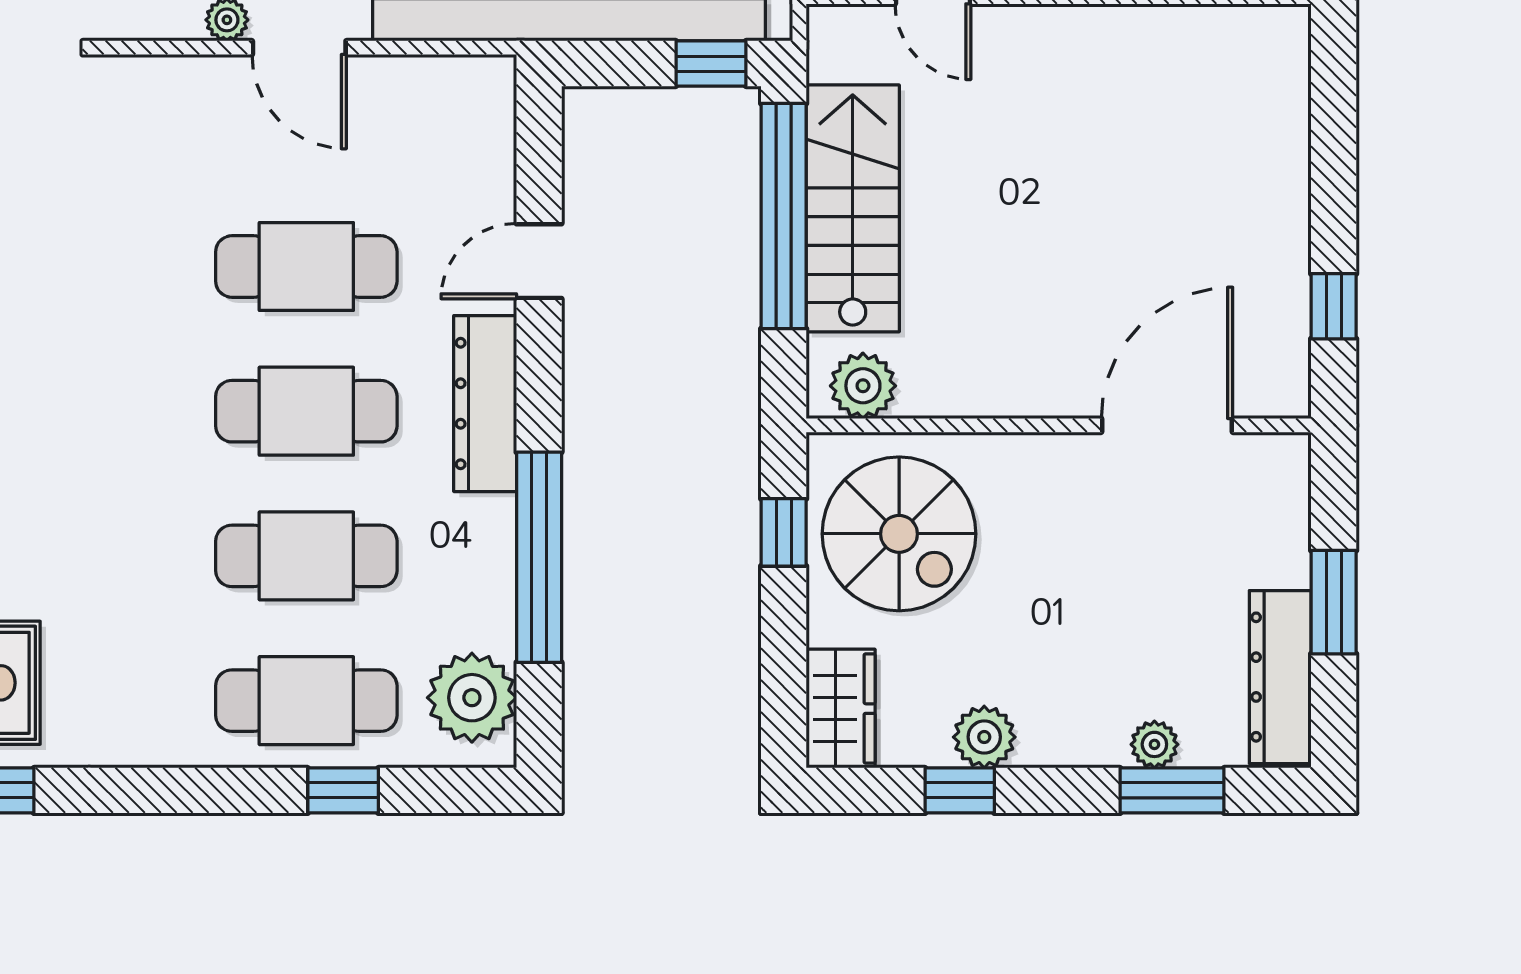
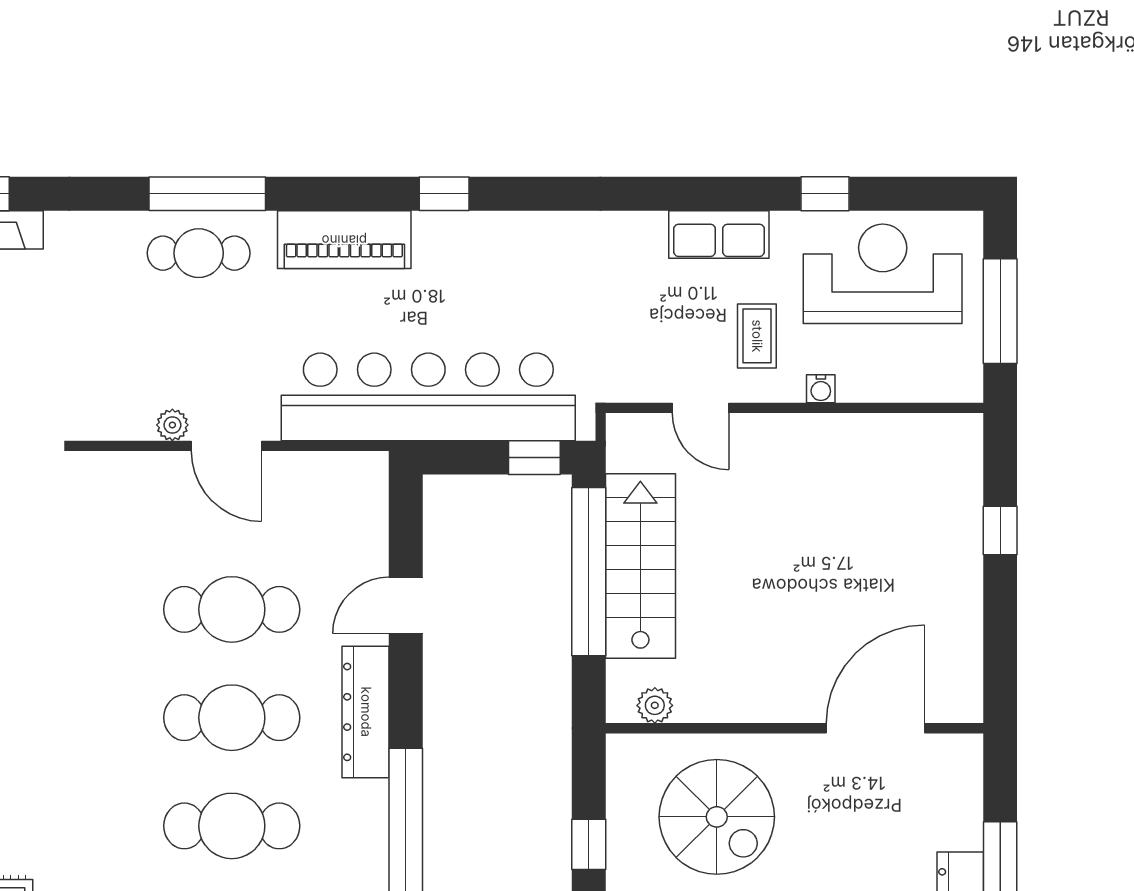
window: (1334, 306) -> (1000, 530), moved
plant: (863, 386) -> (655, 705), width x0.73, depth x0.73
window: (784, 532) -> (589, 844), moved
spiral stairs: (899, 534) -> (717, 817), moved

